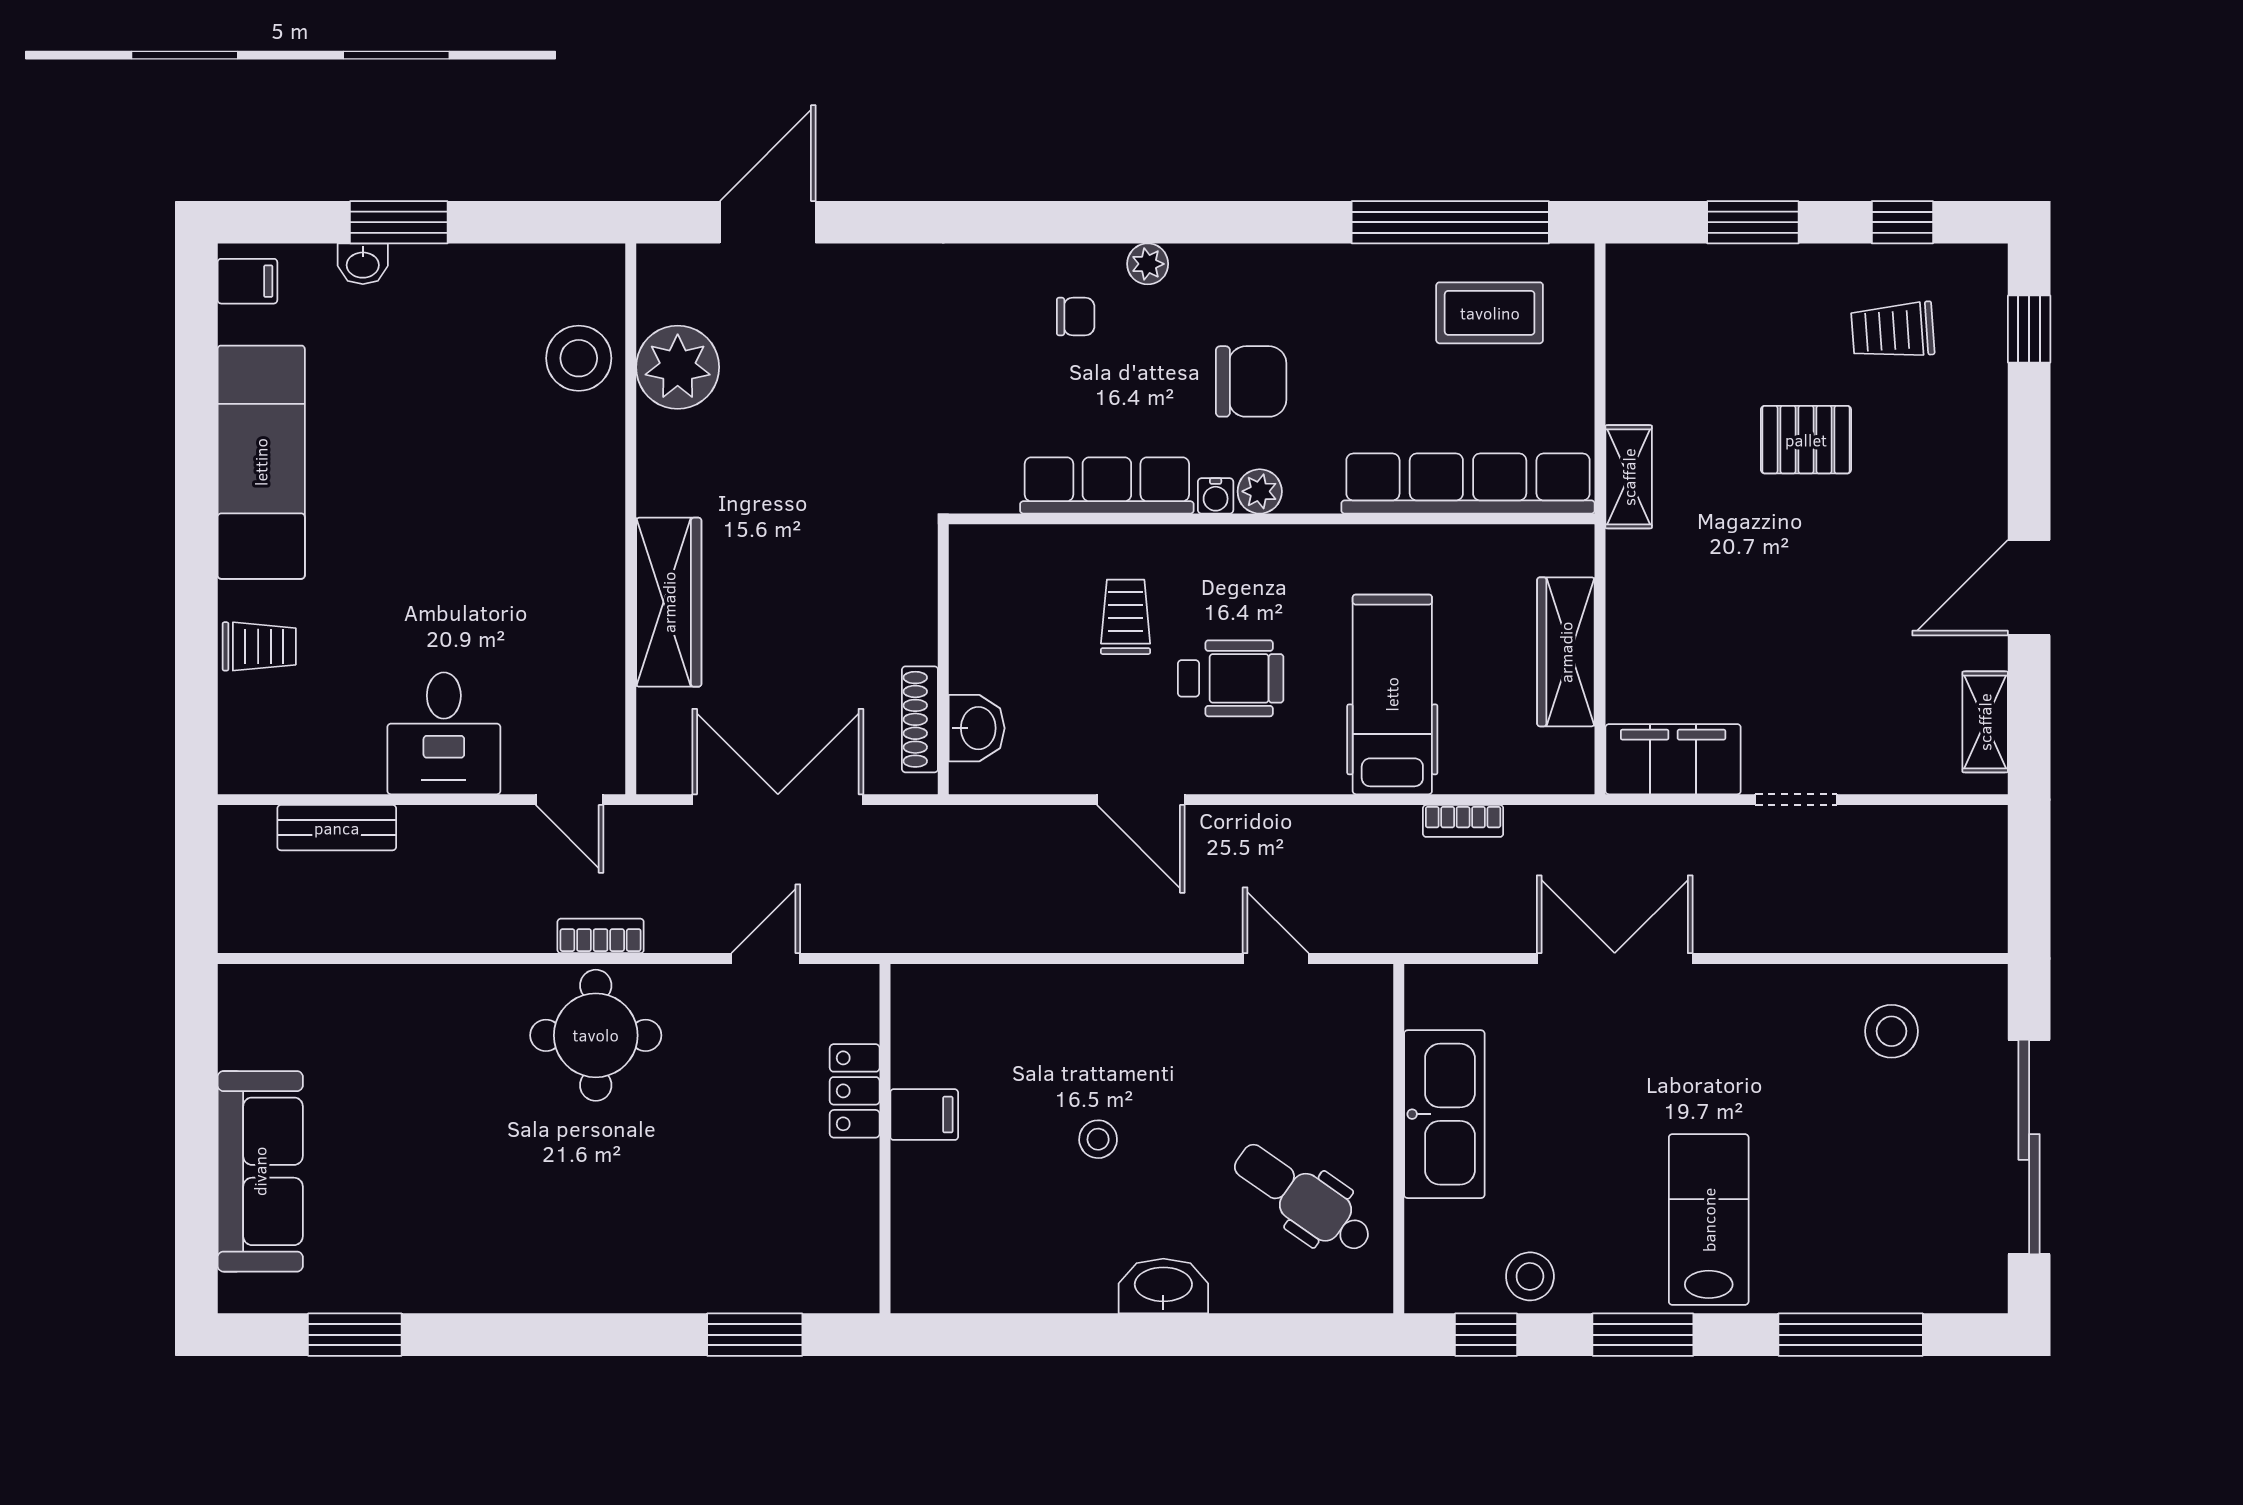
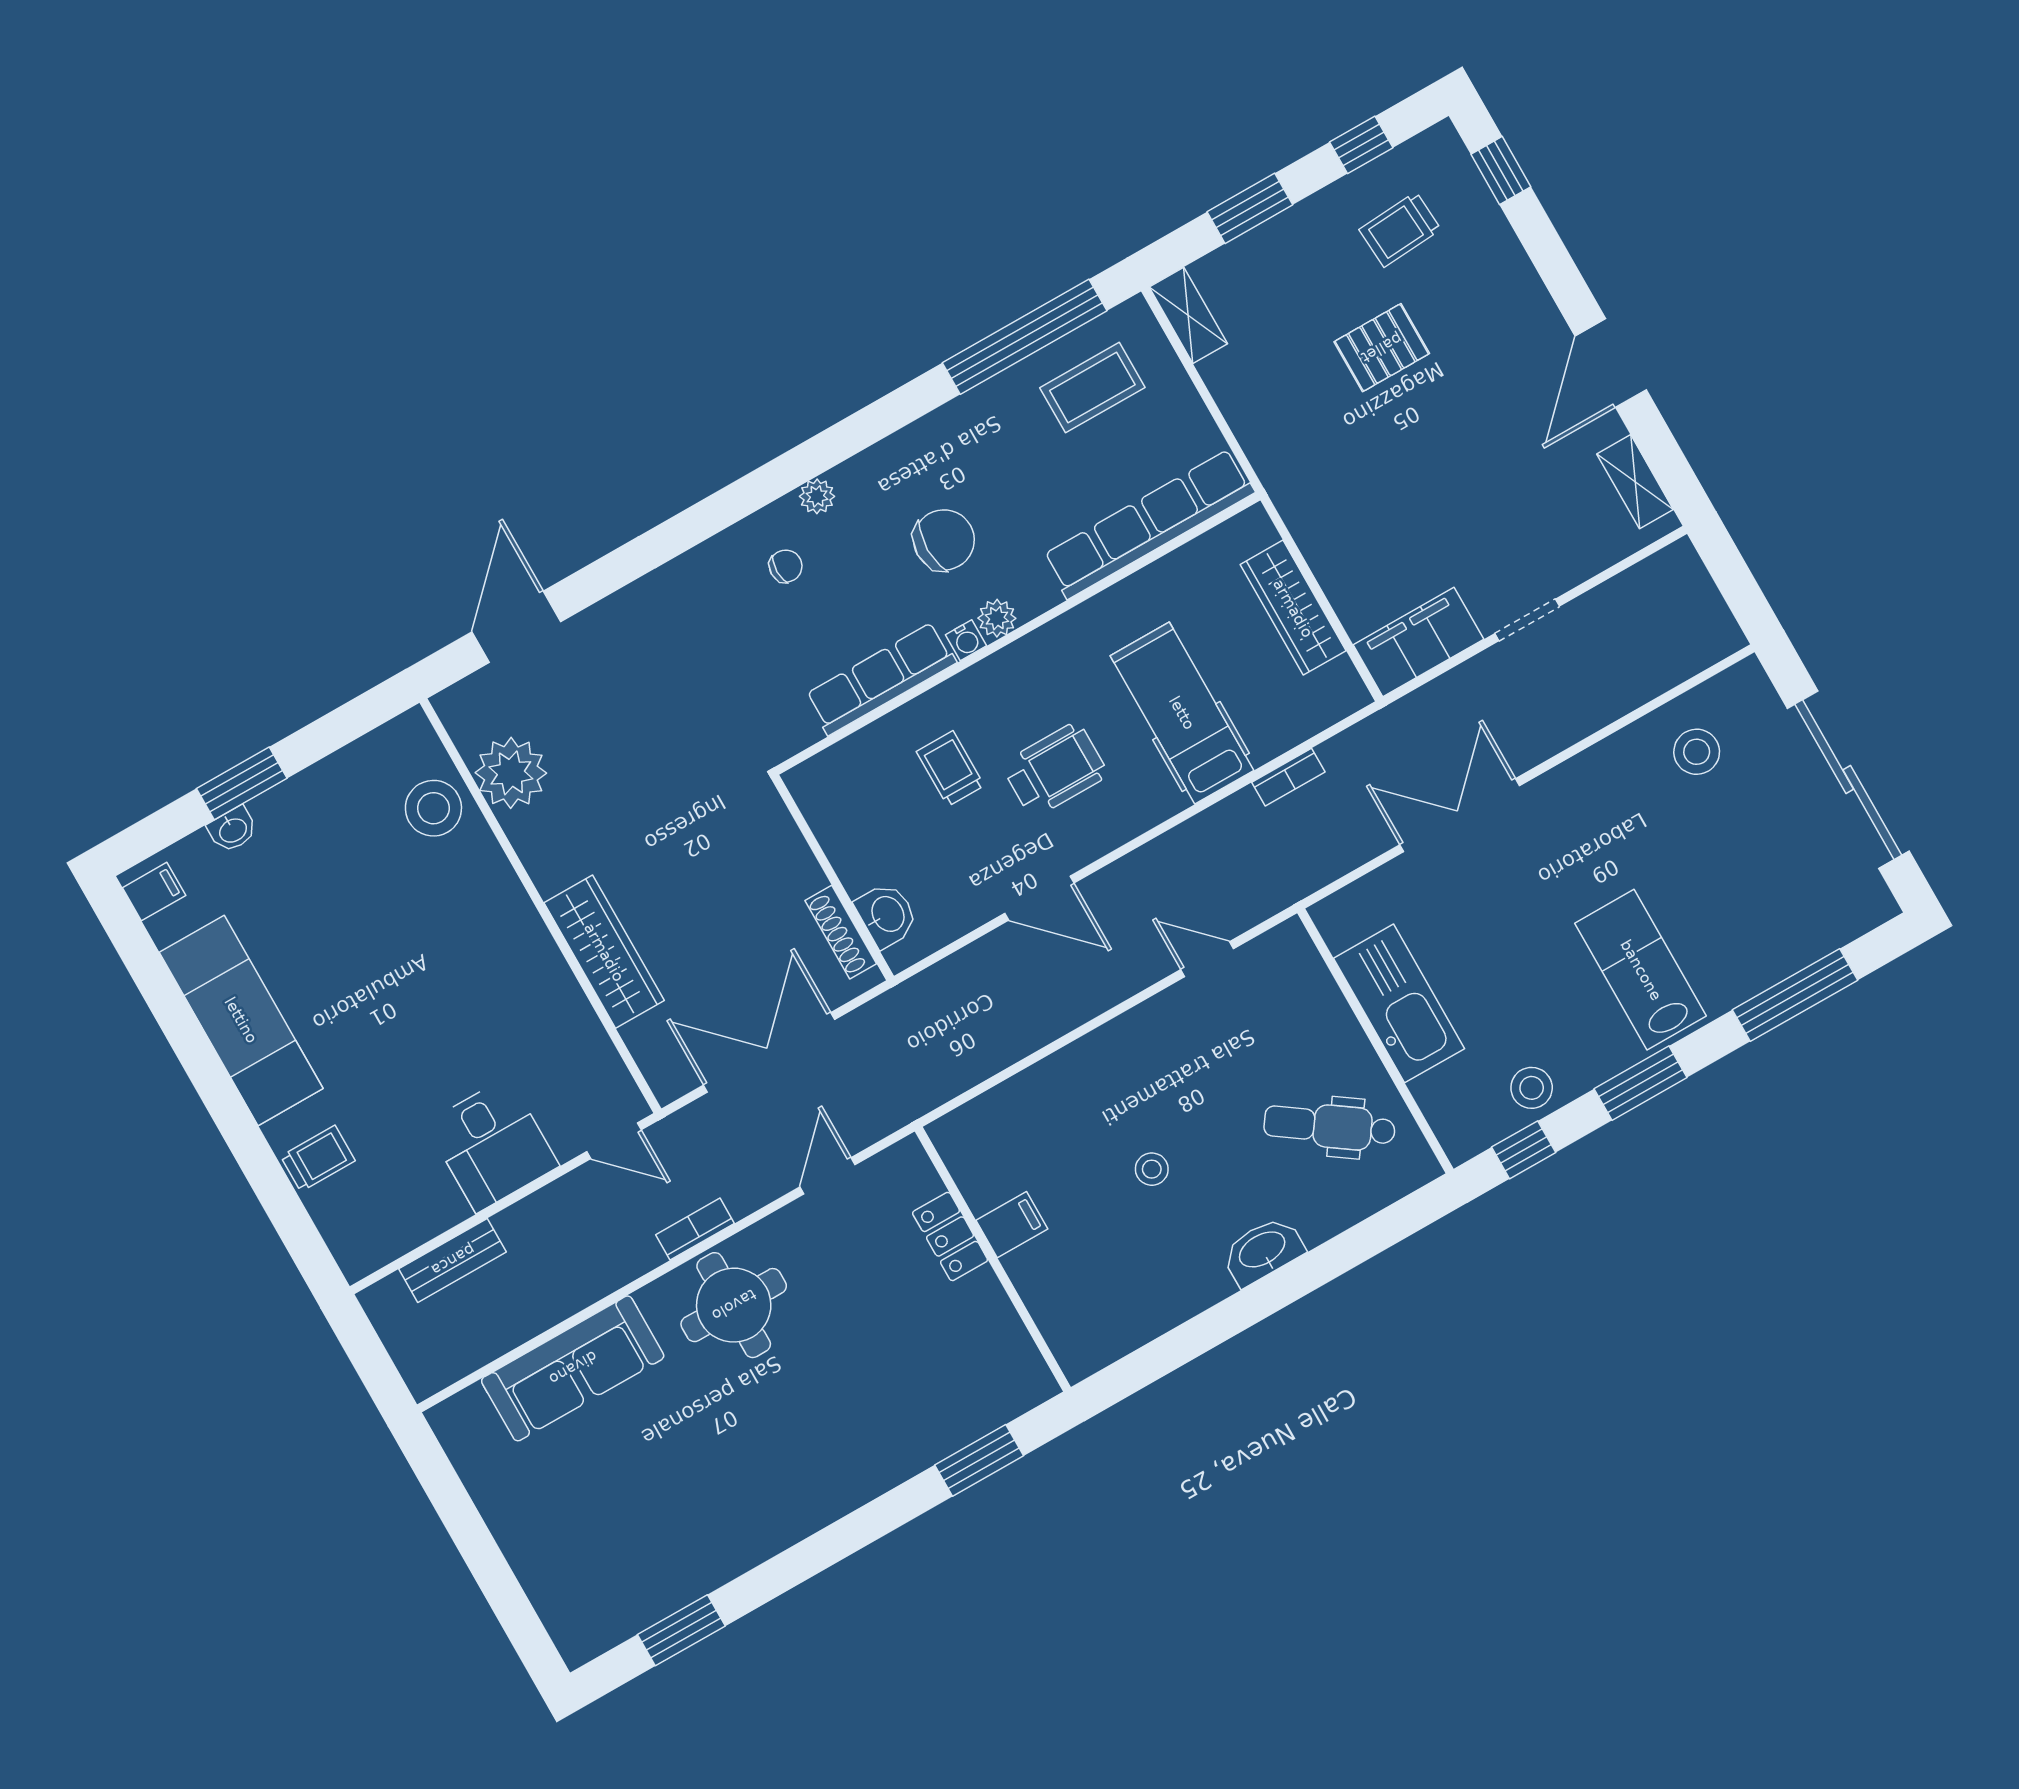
shelving: (1629, 477) -> (1188, 315), moved
sofa: (260, 1171) -> (573, 1368), moved, turned 90

